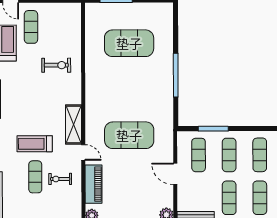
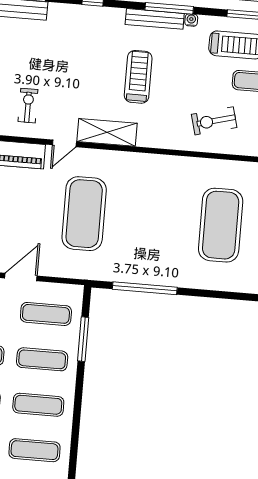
exercise bike: (56, 65) -> (214, 121), moved, turned 75
window: (176, 75) -> (145, 288), moved
treadmill: (35, 144) -> (138, 77), moved
exercise mat: (35, 177) -> (34, 69), removed

